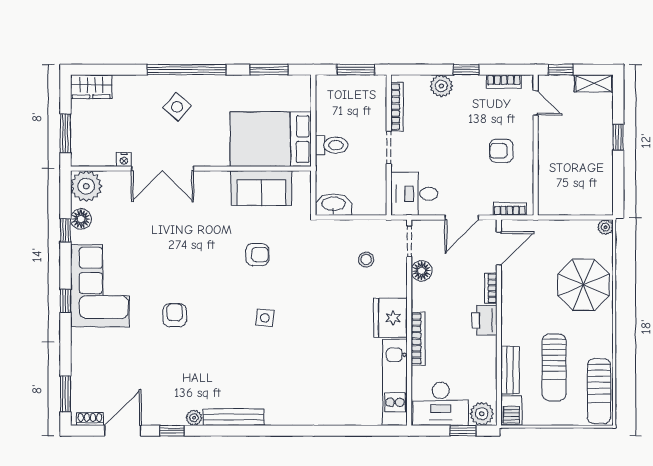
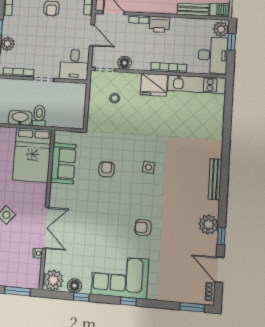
washbasin: (333, 204) -> (20, 118), moved, turned 90
bench: (234, 417) -> (215, 179), moved
plant: (194, 418) -> (208, 224), width x1.88, depth x1.88

